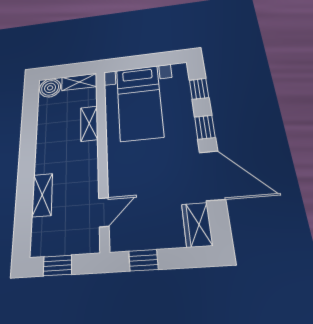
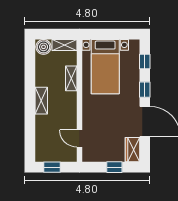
shelving: (42, 195) -> (41, 101), moved
door: (104, 212) -> (80, 138), swing flipped
window: (143, 260) -> (114, 167), moved

